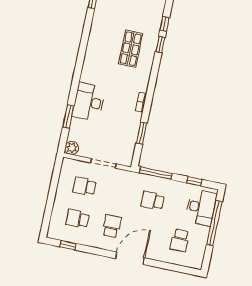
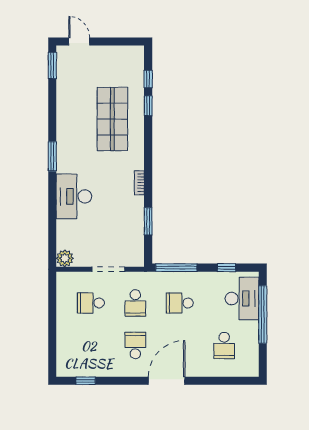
shop shelf: (131, 49) -> (112, 119), width x1.43, depth x1.36
window: (68, 116) -> (52, 156), moved
school desk: (78, 219) -> (135, 303), moved, turned -90

